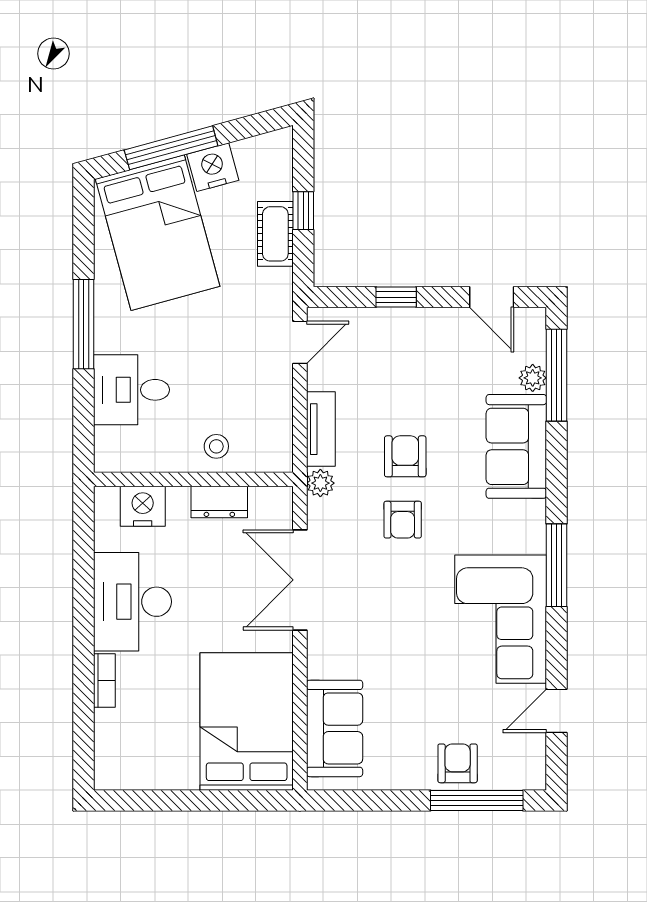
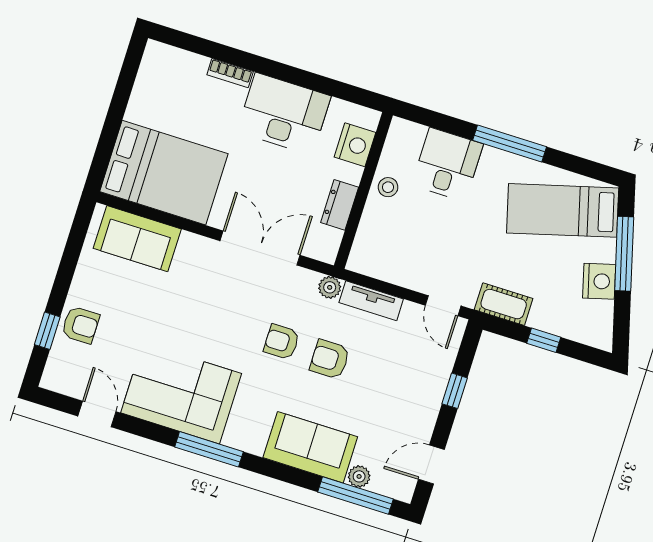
bed: (158, 233) -> (563, 210), width x0.67
cot: (275, 234) -> (504, 304), moved
stool: (216, 446) -> (388, 187), moved
armchair: (405, 456) -> (330, 359), turned 180
window: (477, 800) -> (47, 331), width x0.46

